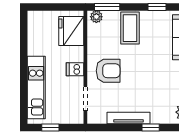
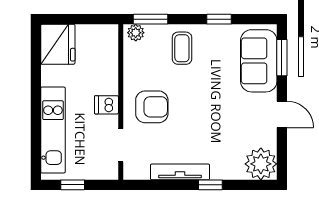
coffee table: (130, 28) -> (182, 48), width x0.73, depth x0.77
fridge: (71, 31) -> (58, 44), moved, turned 180

